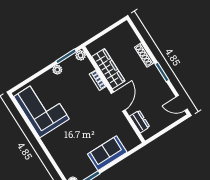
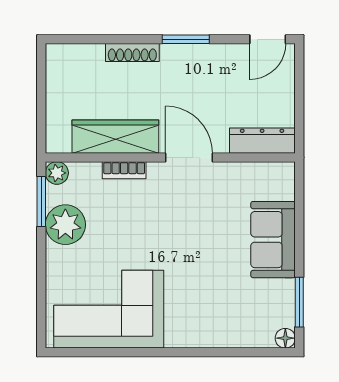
plant: (57, 70) -> (65, 225), width x1.88, depth x1.88
dresser: (140, 121) -> (262, 141), width x1.44

